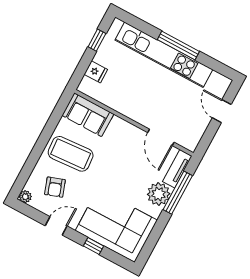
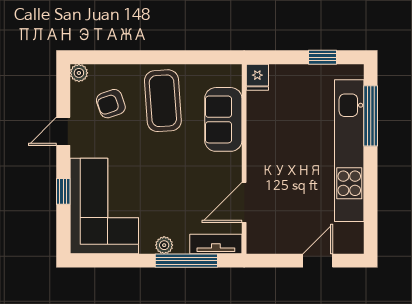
window: (178, 45) -> (371, 116), moved
fridge: (96, 72) -> (257, 77), moved
sofa: (88, 115) -> (223, 119), moved
plant: (159, 194) -> (164, 245), width x0.53, depth x0.53
door: (56, 226) -> (63, 131), swing flipped

